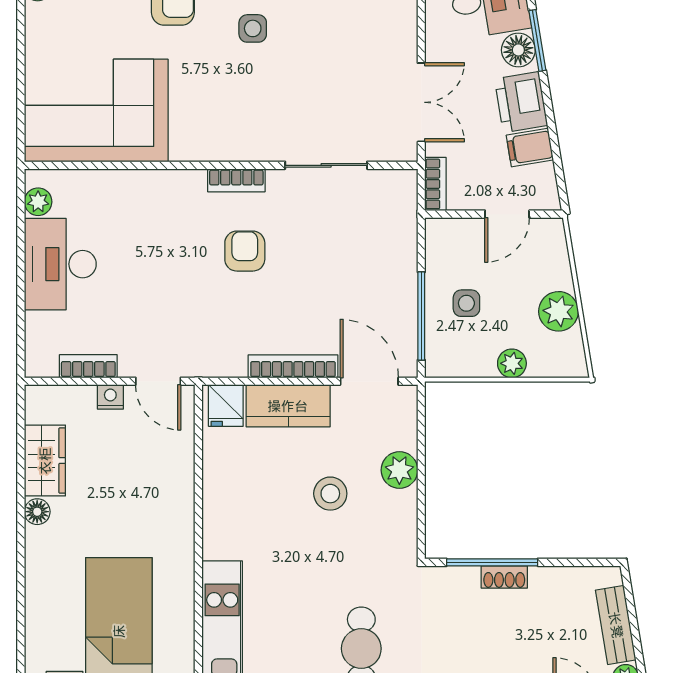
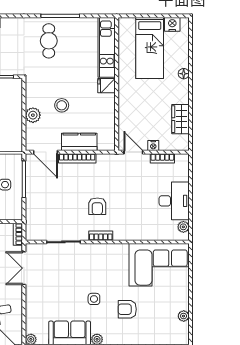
fridge: (226, 406) -> (106, 86), moved, turned -90
floor lamp: (37, 512) -> (184, 74), moved

